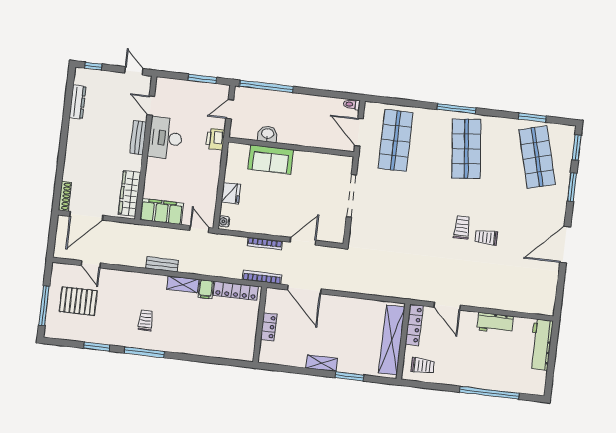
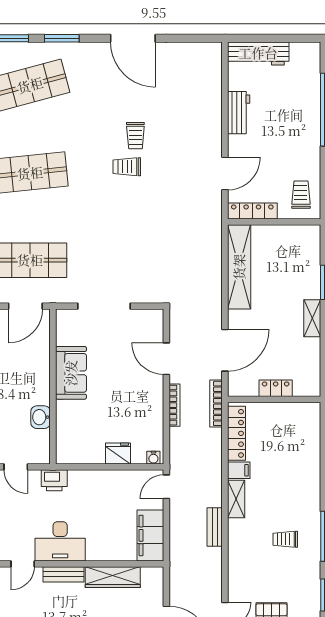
sofa: (271, 159) -> (71, 373), moved
wardrobe: (129, 193) -> (113, 577), moved
shelving: (392, 340) -> (239, 267), moved, turned 90

